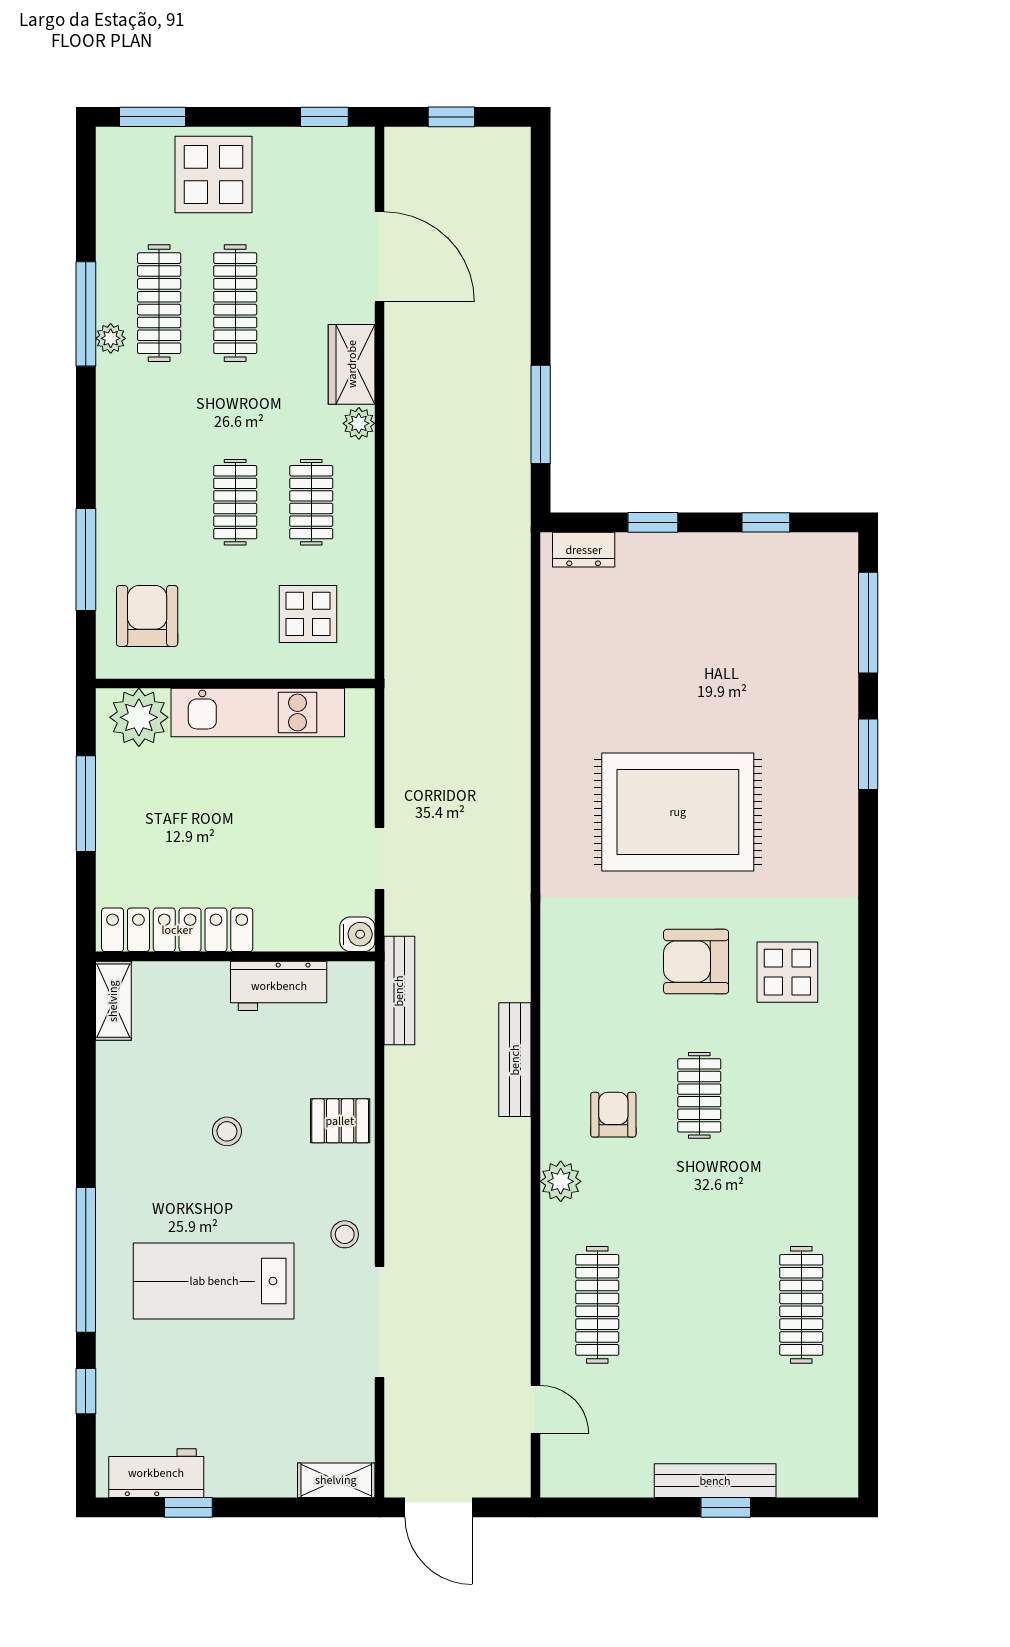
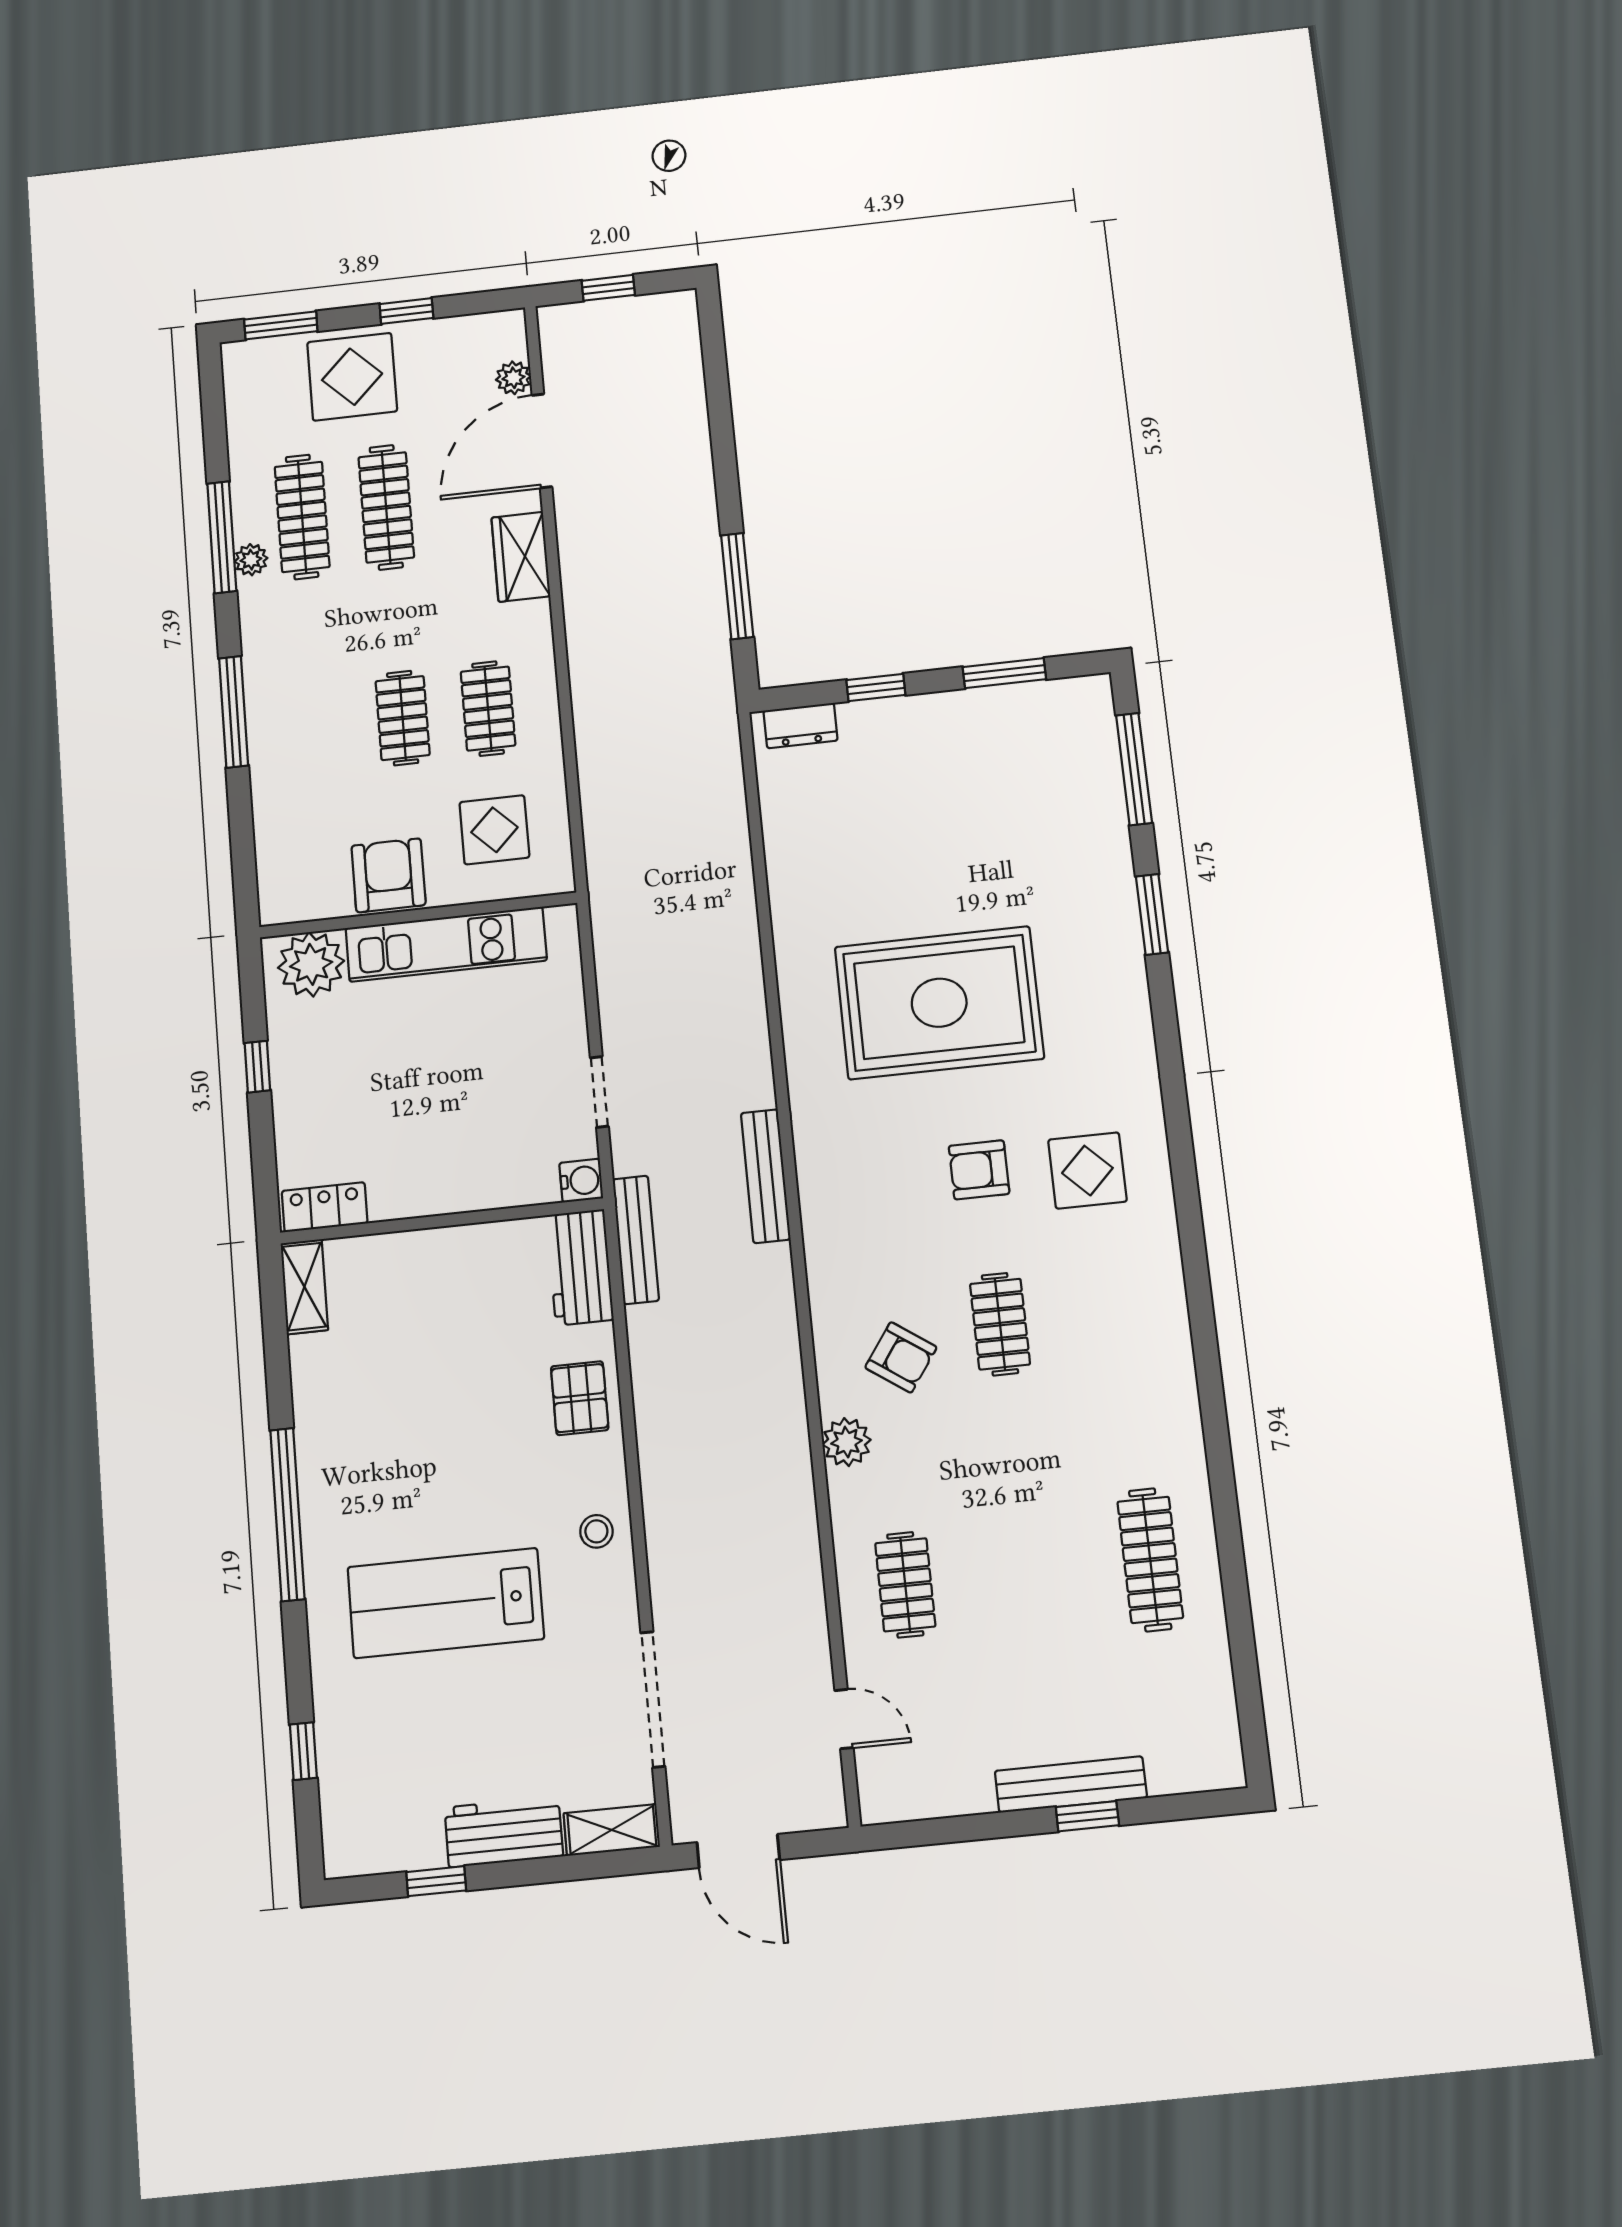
window: (324, 117) -> (406, 311), moved
door: (379, 257) -> (542, 441), swing flipped
plant: (359, 423) -> (513, 378), moved
window: (766, 522) -> (1004, 673), width x1.50
window: (86, 560) -> (234, 712), moved
armchair: (147, 616) -> (389, 875), moved
window: (86, 804) -> (257, 1067), width x0.46
locker: (177, 930) -> (325, 1207), width x0.46, depth x0.83
armchair: (696, 962) -> (979, 1170), width x0.72, depth x0.72
workbench: (279, 986) -> (580, 1267), moved, turned 90
bench: (515, 1060) -> (766, 1176), moved
armchair: (613, 1115) -> (901, 1357), turned 125
pallet: (340, 1121) -> (580, 1398), turned 90
stool: (227, 1131) -> (448, 1424), removed
window: (86, 1260) -> (287, 1514), moved
clothes rail: (597, 1305) -> (905, 1585), width x0.73
doorway: (379, 1322) -> (653, 1699), moved
workbench: (156, 1473) -> (504, 1832), moved

